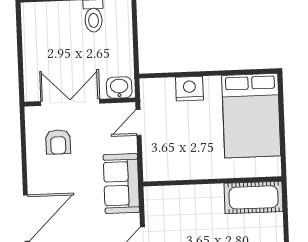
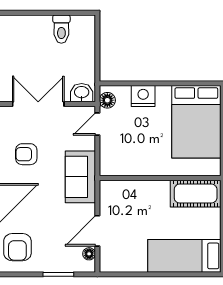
floor lamp: (149, 95) -> (107, 100), added
armchair: (58, 142) -> (26, 154), moved, turned 90

